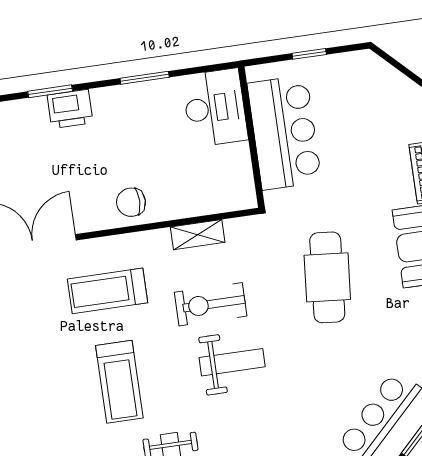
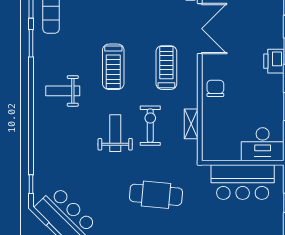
weight bench: (232, 362) -> (115, 133), turned 180
treadmill: (119, 382) -> (113, 67), turned -90

